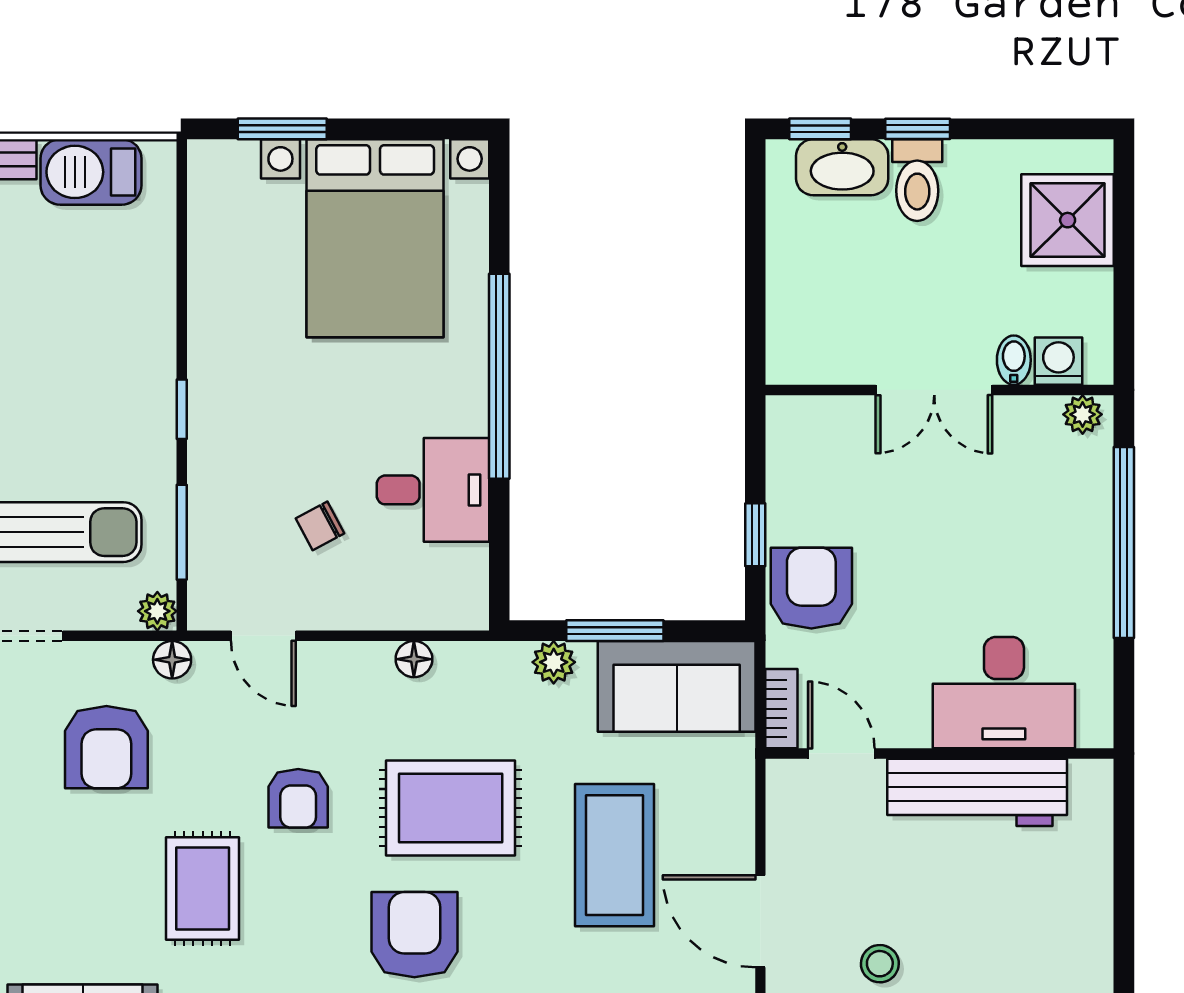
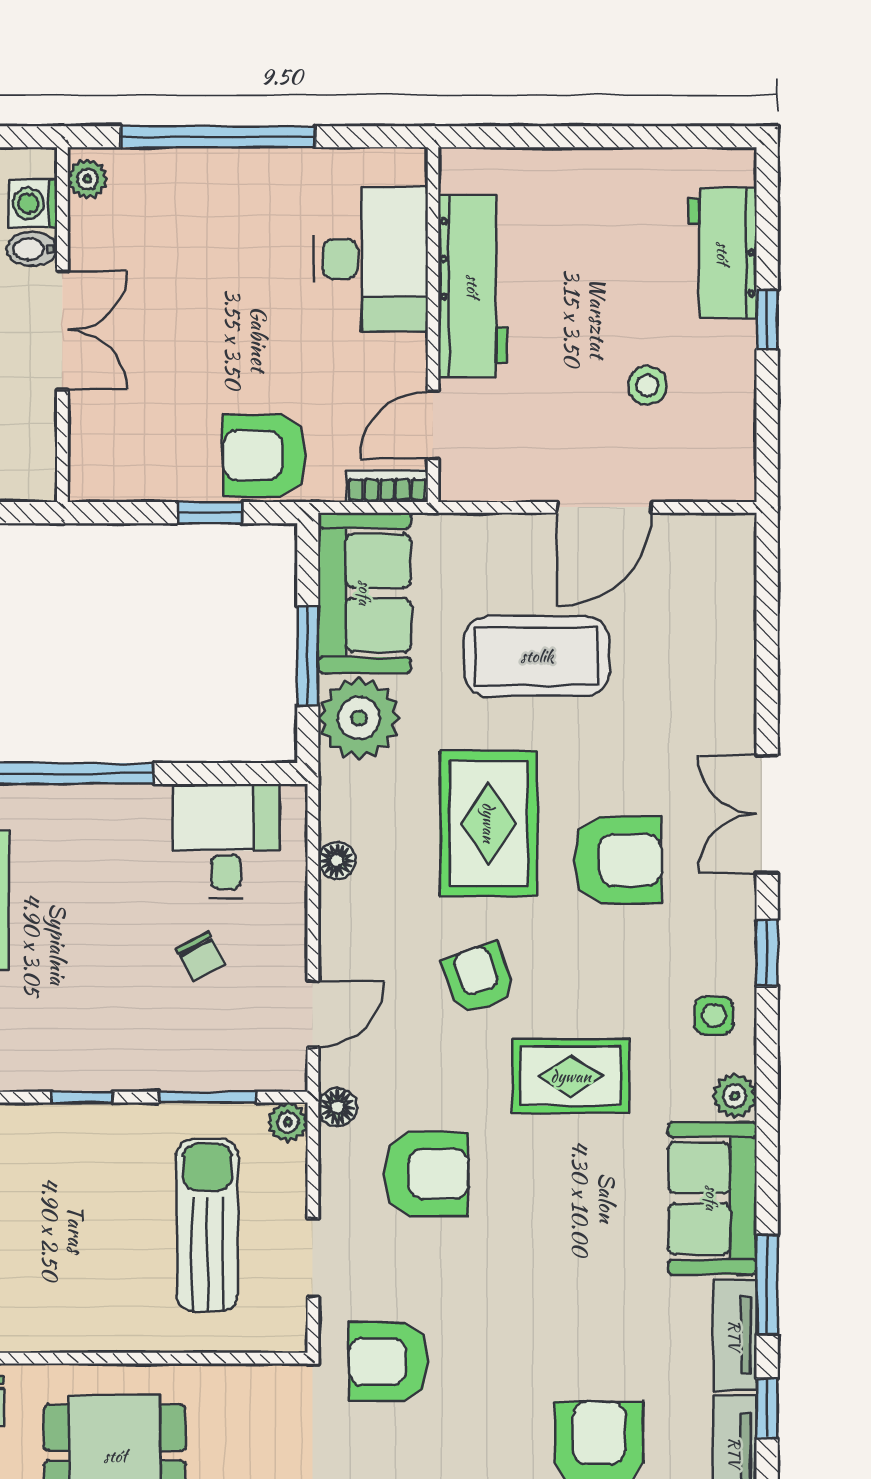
desk: (433, 490) -> (226, 841), moved
plant: (554, 662) -> (359, 718), width x1.88, depth x1.88
armchair: (298, 798) -> (479, 979), turned -109
armchair: (414, 935) -> (618, 860), turned 180

